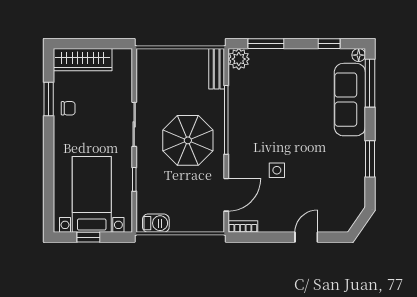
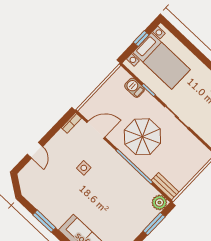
door: (226, 195) -> (96, 130), swing flipped
barbecue: (156, 223) -> (134, 88), moved, turned 90

